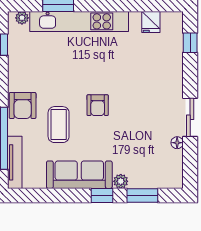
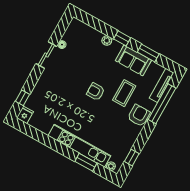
fridge: (151, 22) -> (25, 115), moved
armchair: (98, 105) -> (96, 92), turned -90
sofa: (79, 175) -> (133, 60), width x0.73
window: (142, 195) -> (148, 53), moved

